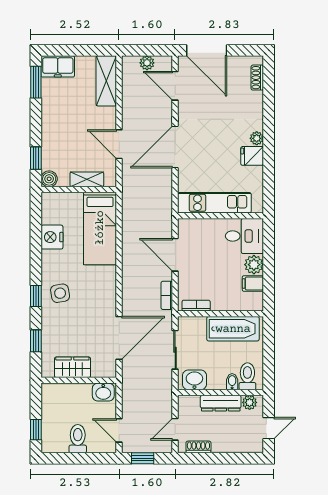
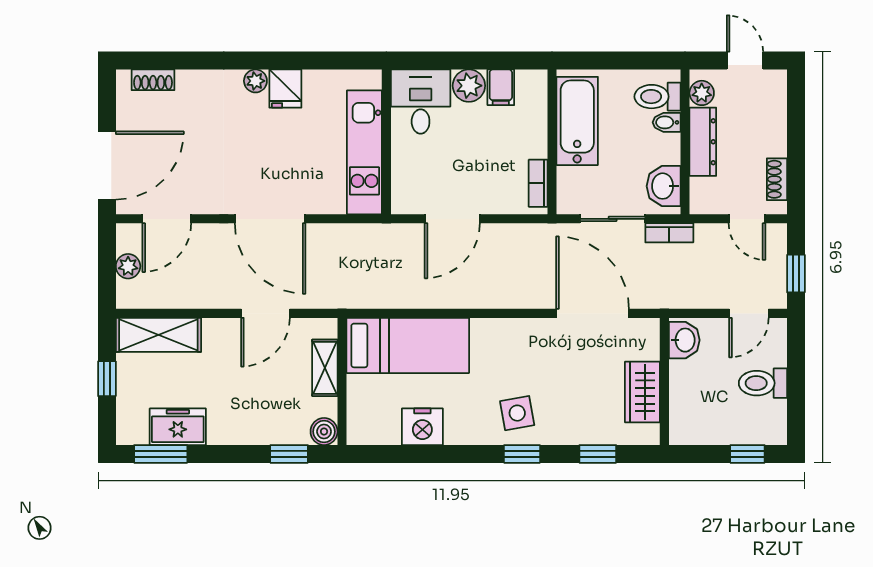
window: (80, 50) -> (107, 379), added
freezer: (58, 66) -> (178, 427), moved, turned -90
bookcase: (167, 295) -> (669, 233), moved

